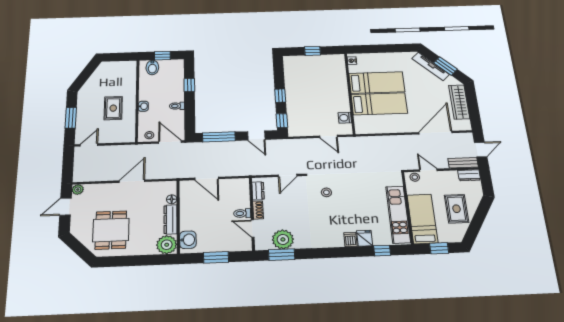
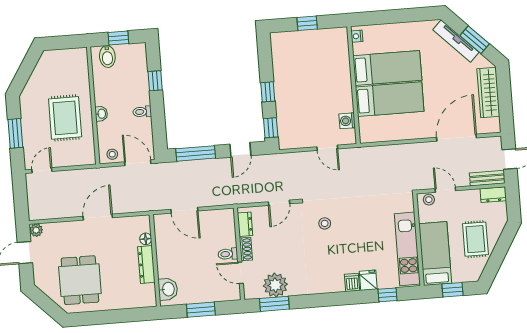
rug: (113, 108) -> (65, 118), width x1.36, depth x1.43
door: (256, 136) -> (240, 150), hinge flipped
plant: (167, 245) -> (145, 296), removed

